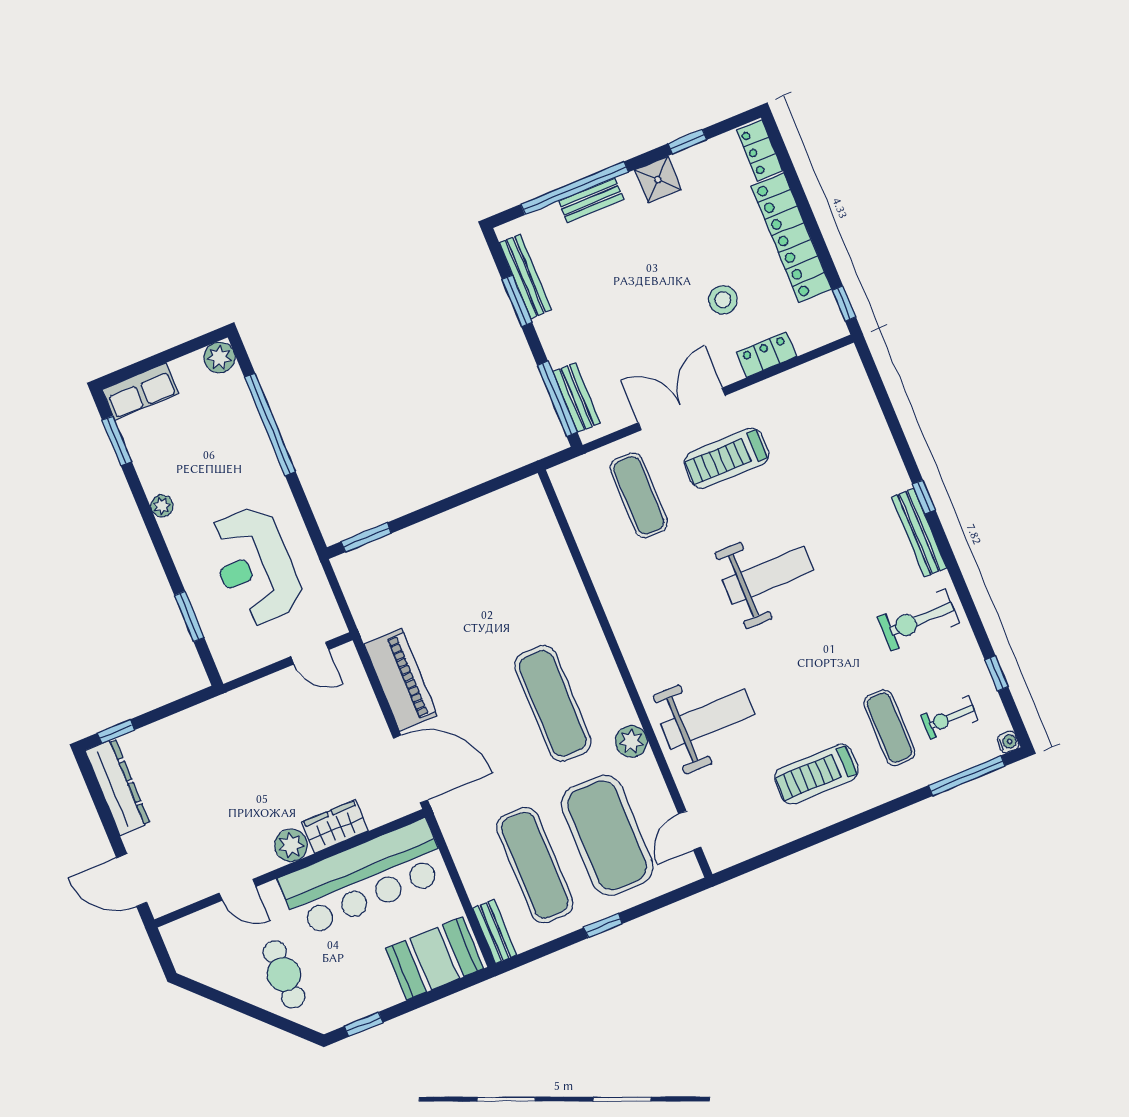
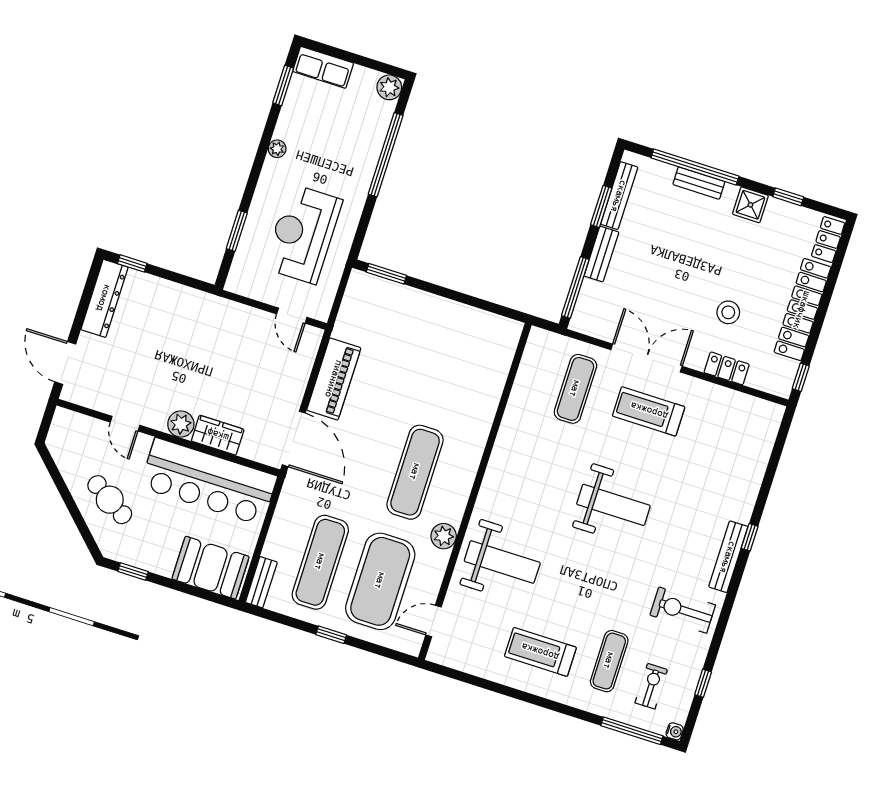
bench: (577, 397) -> (601, 254), moved
exercise bike: (950, 718) -> (651, 686), turned 90
cafe table: (284, 974) -> (110, 500), turned -58

